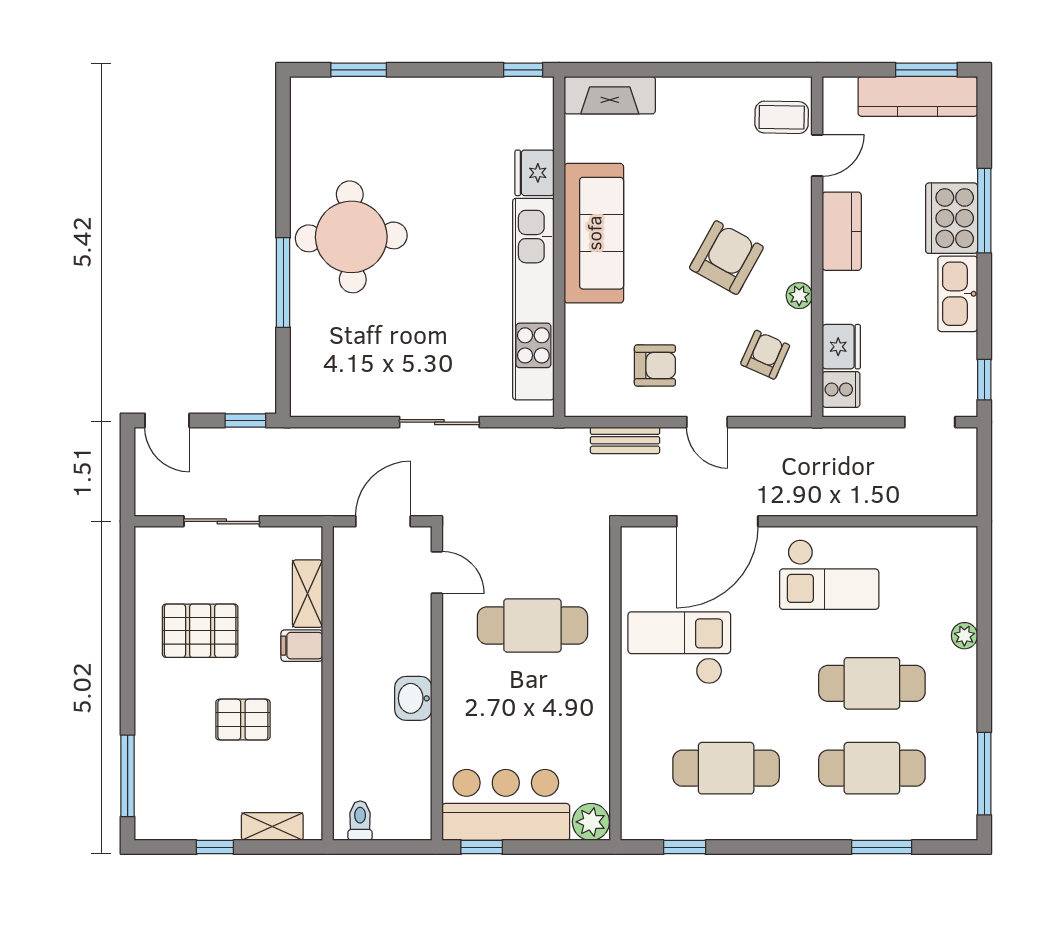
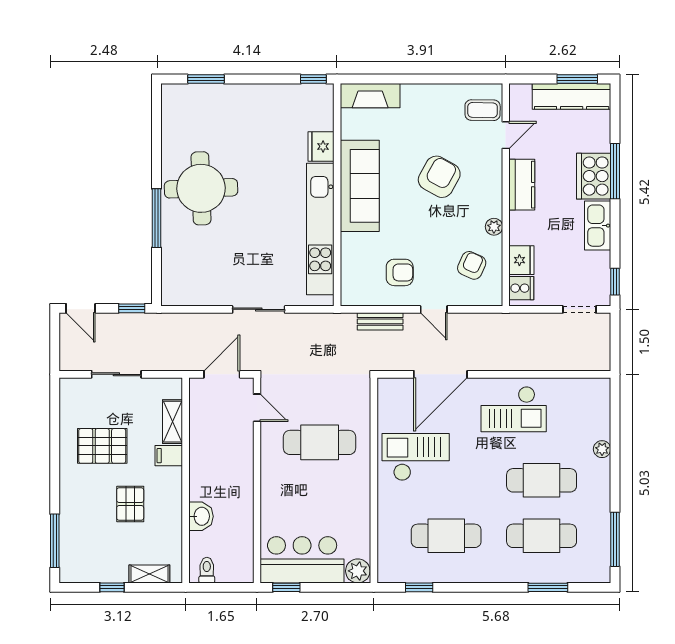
armchair: (726, 258) -> (439, 177), moved
washbasin: (413, 698) -> (201, 516), moved, turned 180
pallet: (243, 720) -> (130, 504), turned 90

